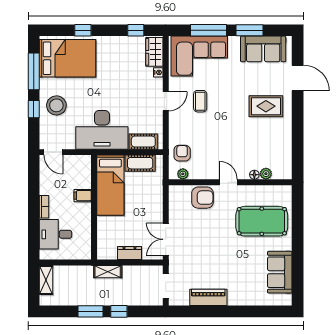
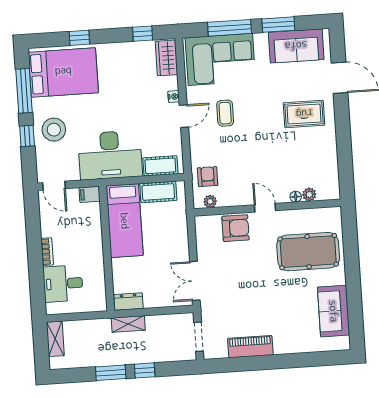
nightstand: (158, 72) -> (174, 96), moved
filing cabinet: (83, 196) -> (90, 194), moved
dresser: (129, 253) -> (128, 302), moved

